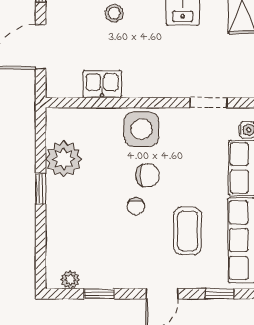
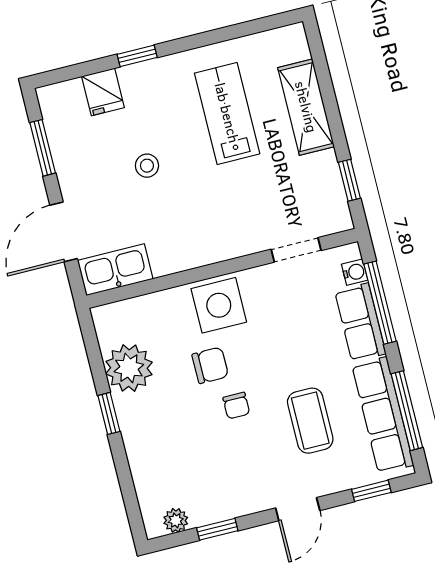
kitchen sink: (102, 84) -> (115, 270), moved, width x1.38
chair: (148, 175) -> (210, 365), moved

